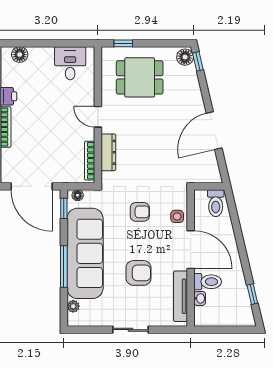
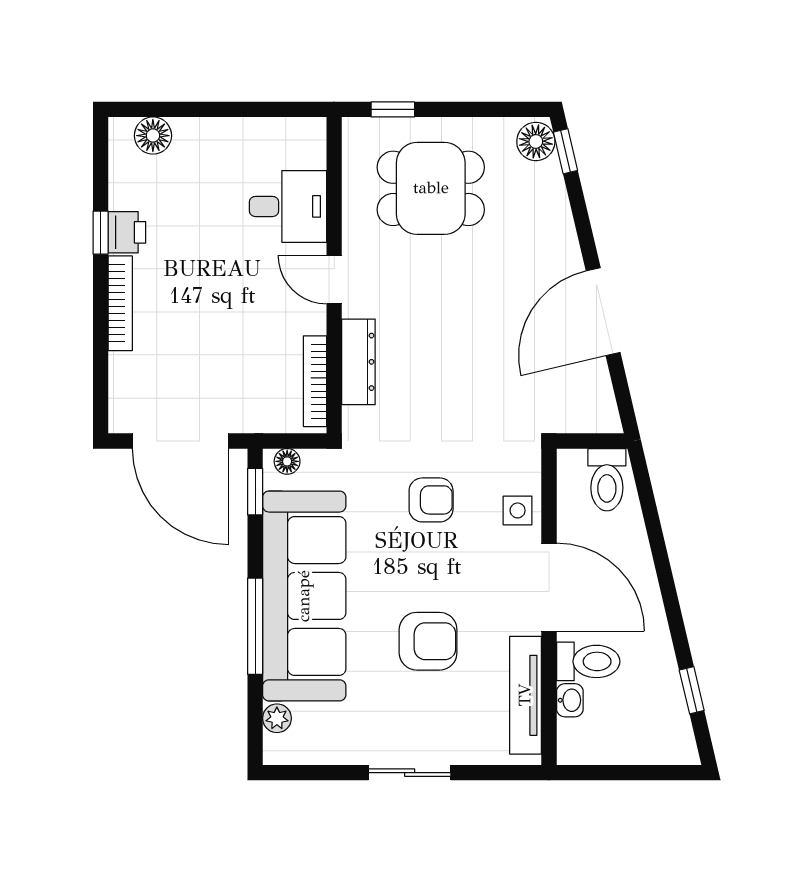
desk: (70, 63) -> (288, 206), moved, turned 90

